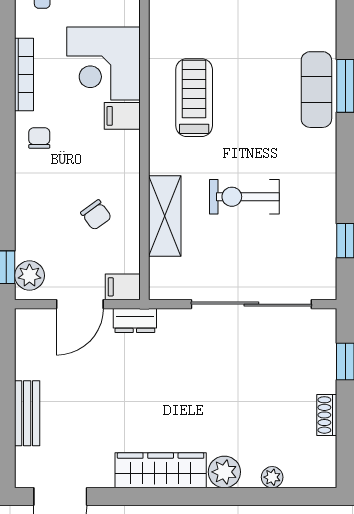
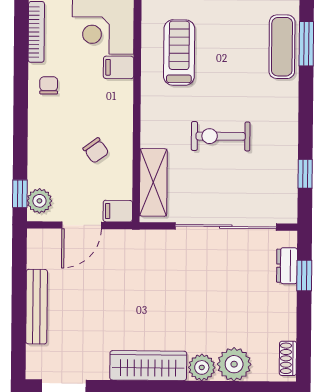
shelving: (165, 216) -> (153, 182), moved
dresser: (135, 320) -> (287, 266), moved, turned 90
bench: (27, 413) -> (37, 307), width x1.36
shoe rack: (327, 415) -> (288, 358), moved
plant: (272, 477) -> (234, 364), width x1.88, depth x1.88

